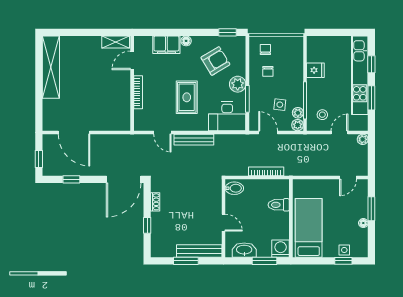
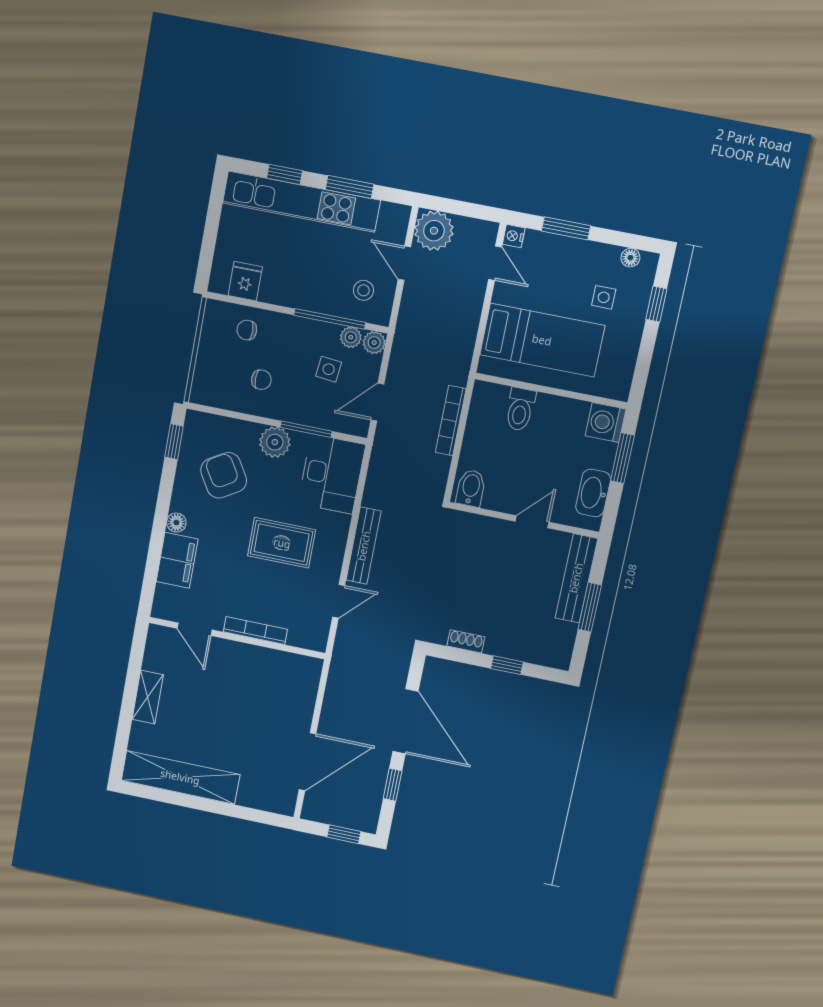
shelving: (116, 42) -> (148, 697), moved
chair: (265, 49) -> (247, 330), moved
fridge: (315, 70) -> (245, 281), moved
plant: (363, 139) -> (434, 231), width x1.87, depth x1.87
door: (124, 179) -> (405, 721), moved
nightstand: (363, 184) -> (514, 236), added
floor lamp: (363, 223) -> (630, 258), moved
bed: (309, 228) -> (542, 340), moved, turned 180
side table: (344, 250) -> (604, 297), moved

